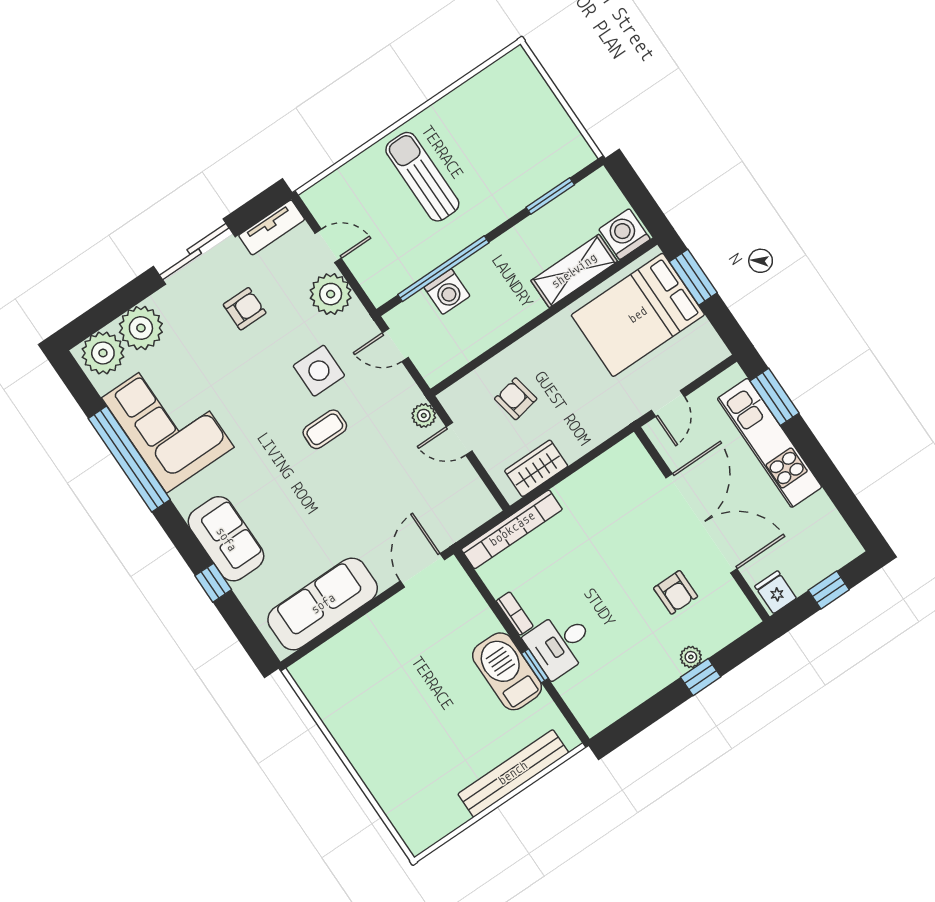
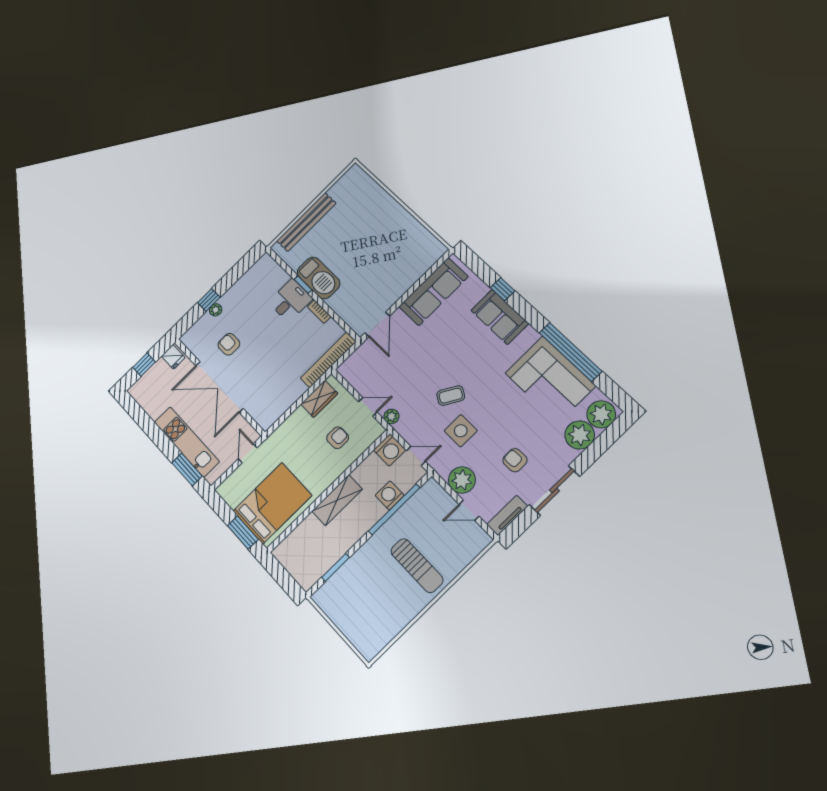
washing machine: (624, 234) -> (390, 450), moved
shelving: (574, 271) -> (337, 500), moved
armchair: (245, 309) -> (515, 460), turned 89
armchair: (516, 399) -> (338, 438), turned -79
coffee table: (325, 429) -> (451, 396), turned 31

